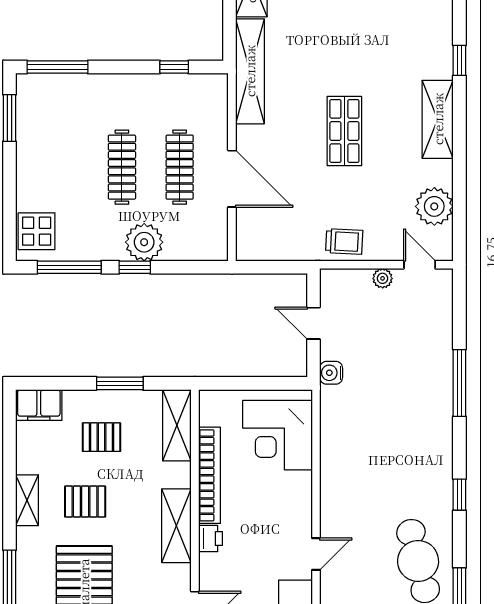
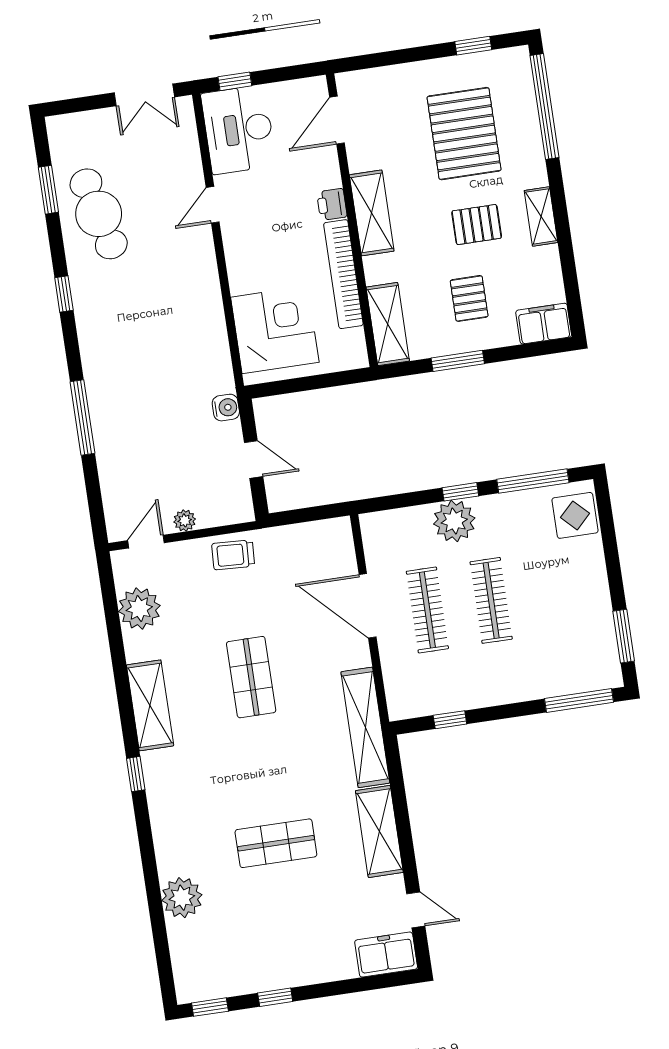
door: (420, 265) -> (146, 542), swing flipped
pallet: (102, 437) -> (469, 298), turned 90

